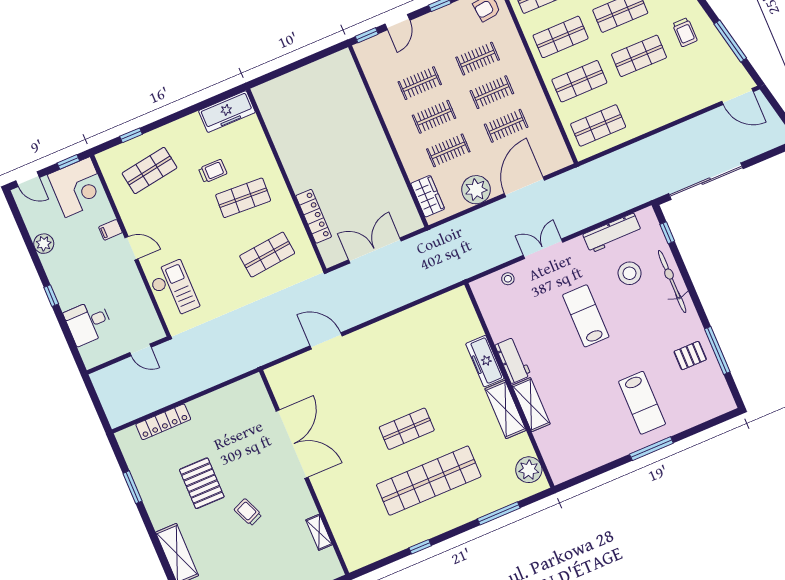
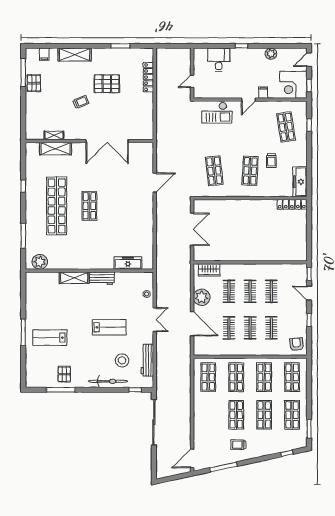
locker: (314, 216) -> (292, 204), moved
freezer: (485, 361) -> (128, 263), moved
shelving: (506, 410) -> (56, 149), moved

